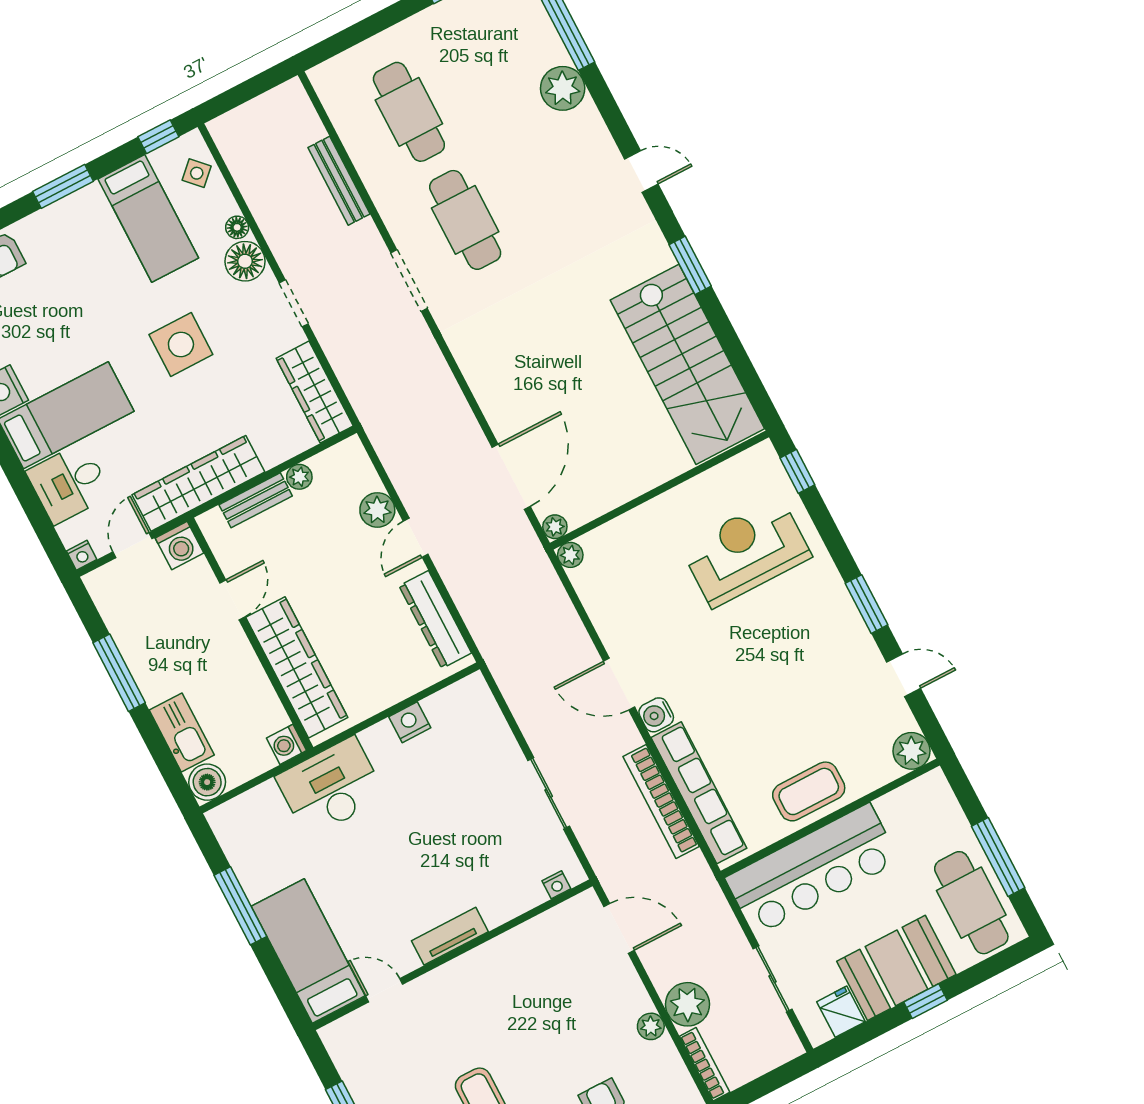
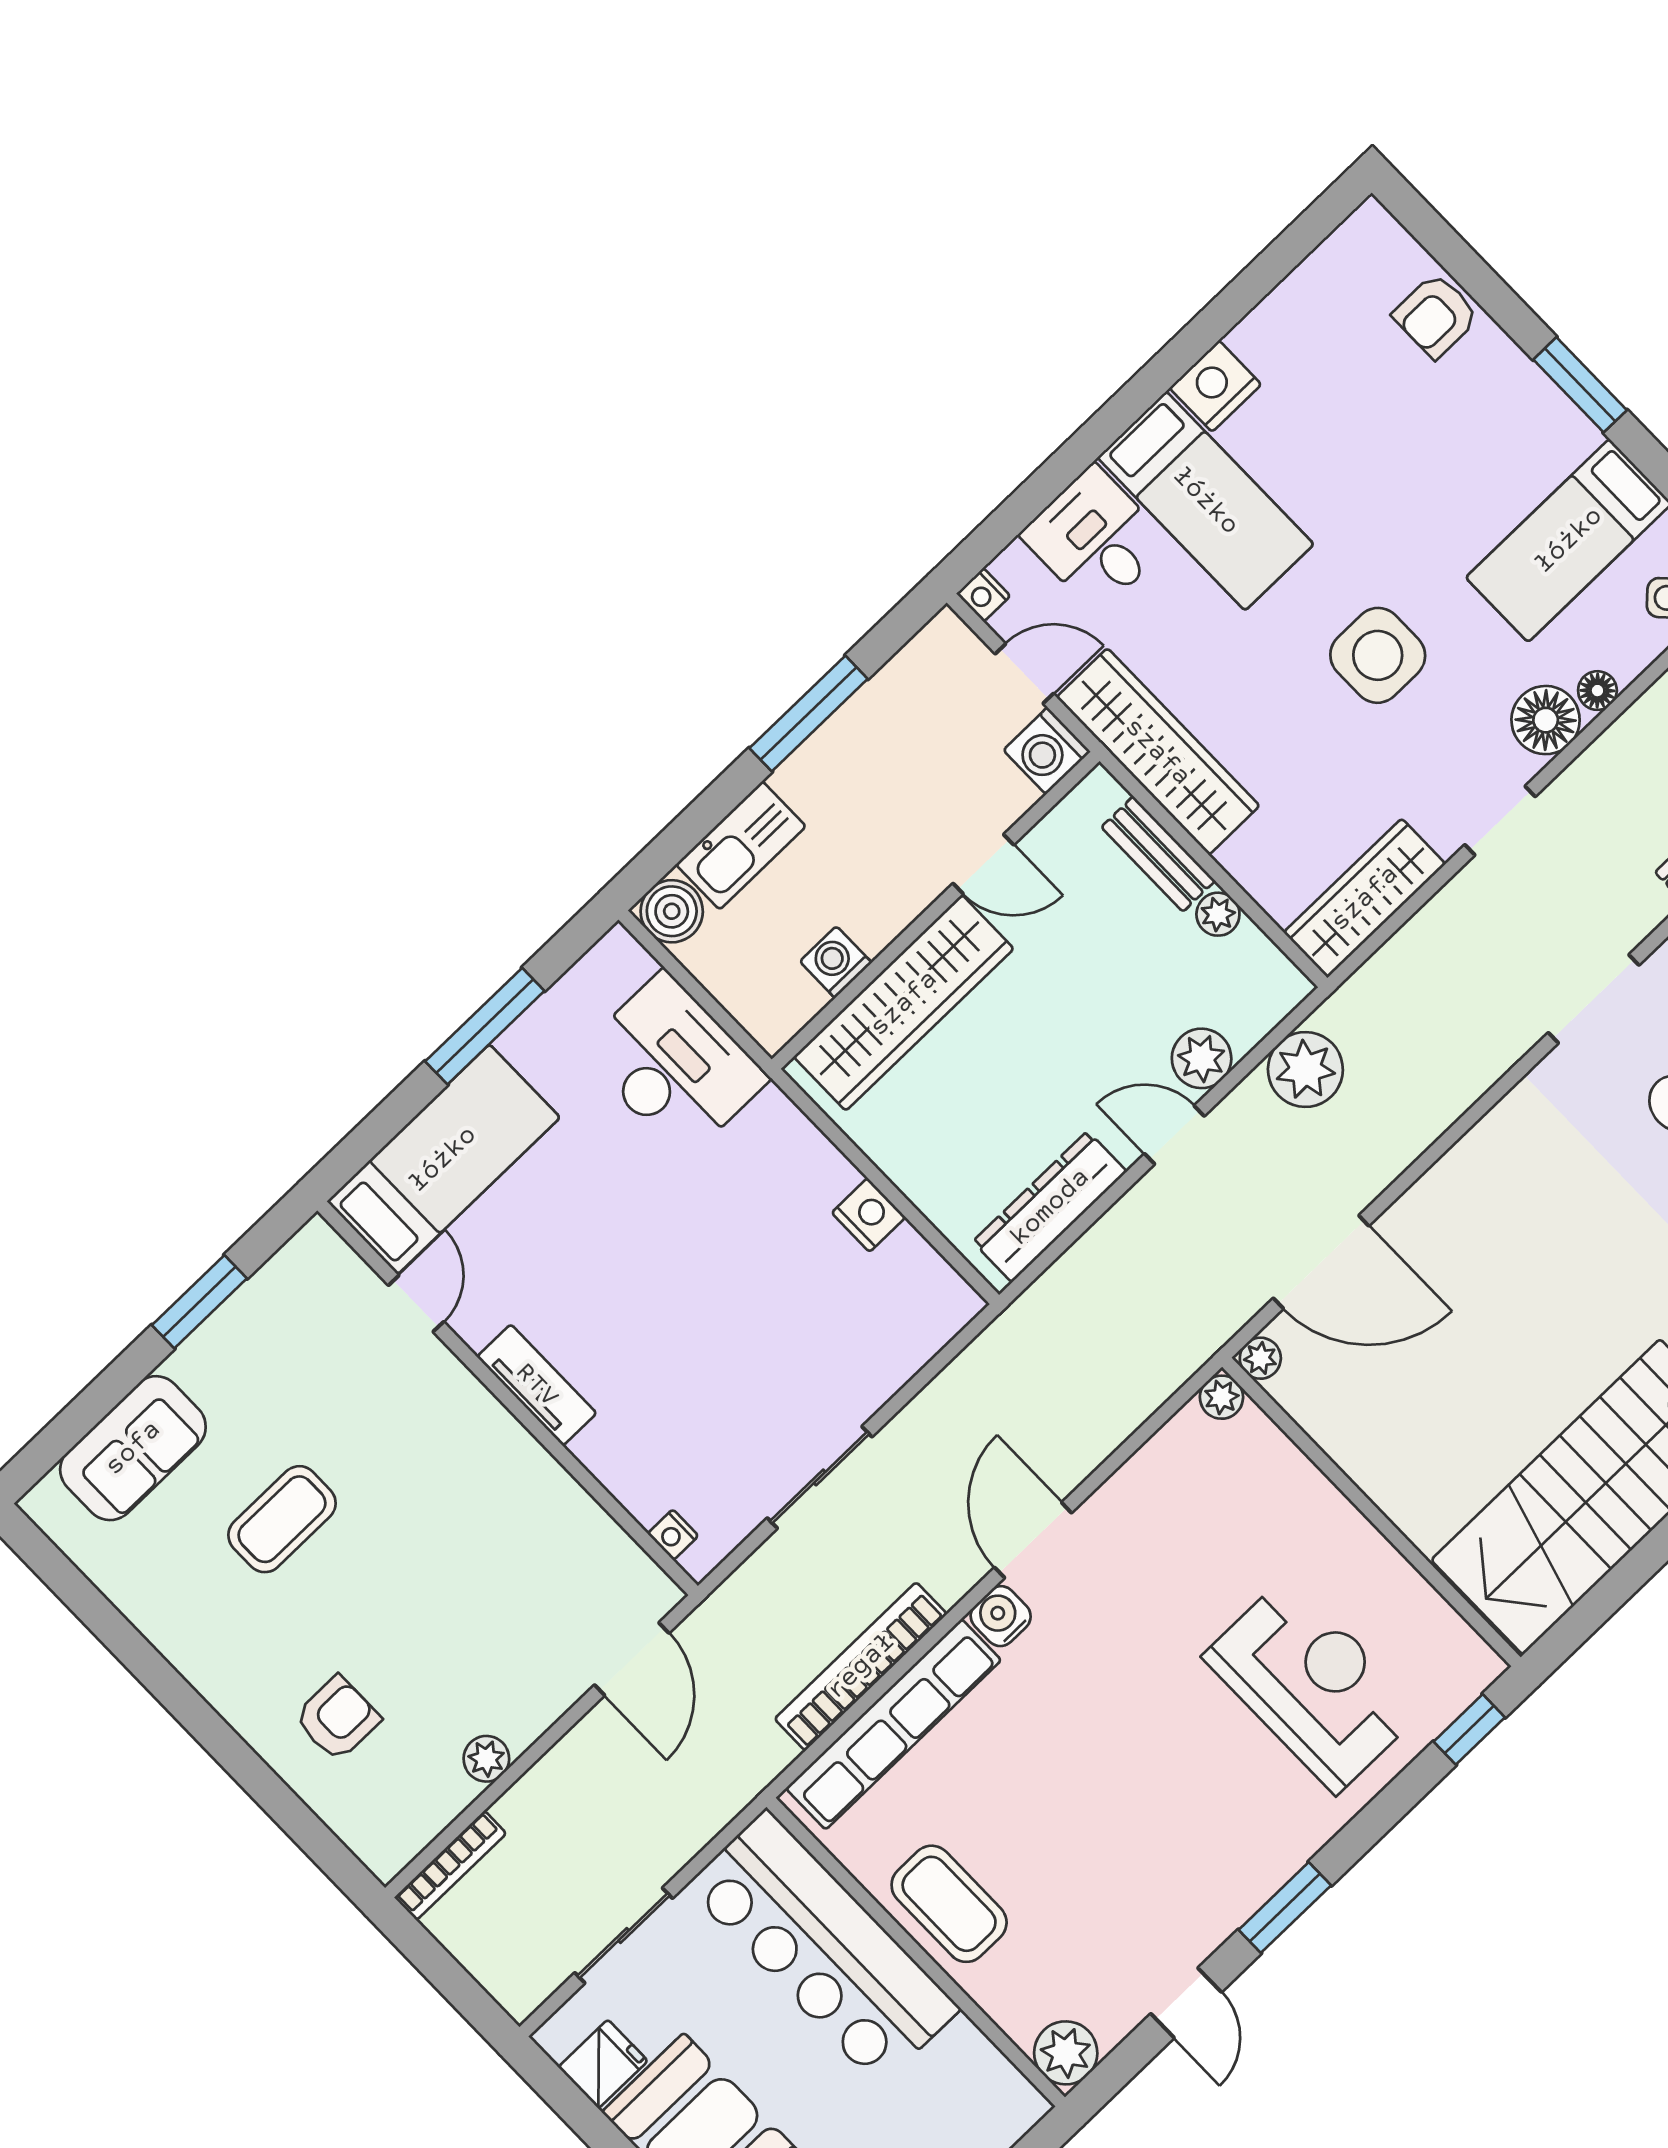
washing machine: (287, 744) -> (836, 962), moved
desk: (331, 787) -> (674, 1065), moved
plant: (687, 1004) -> (1305, 1069), moved

